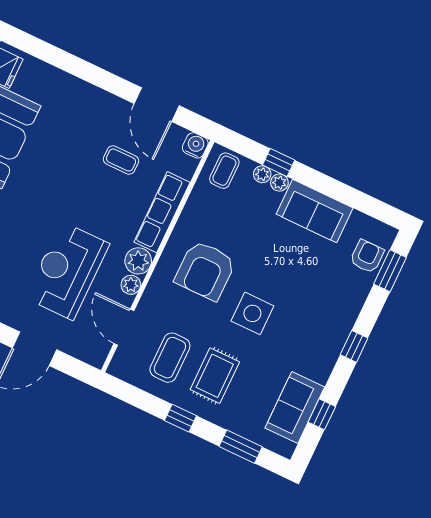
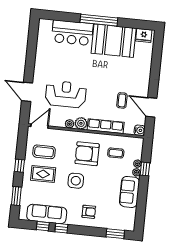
door: (157, 105) -> (151, 107), hinge flipped
coffee table: (224, 171) -> (116, 153), moved
armchair: (367, 256) -> (89, 212), moved
door: (124, 327) -> (40, 126), moved
window: (354, 346) -> (61, 228), moved
sofa: (295, 407) -> (47, 214), width x1.36

